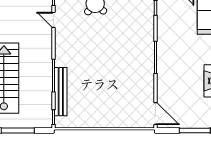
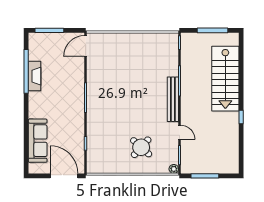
bench: (61, 92) -> (173, 99), moved
door: (155, 114) -> (86, 46), hinge flipped

